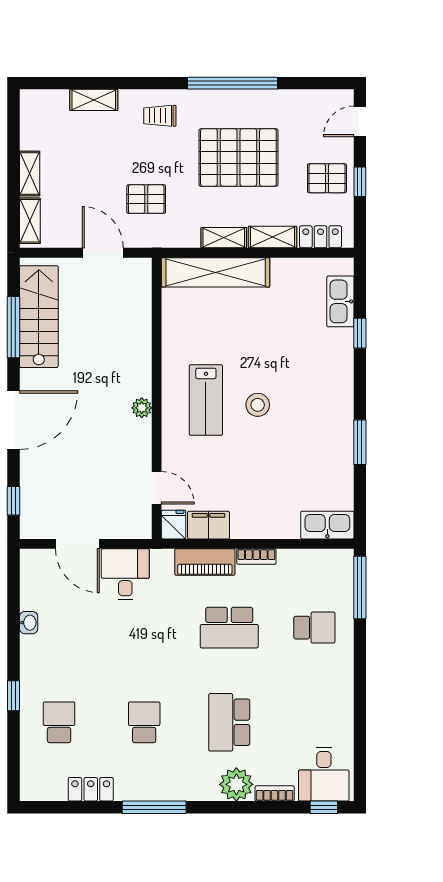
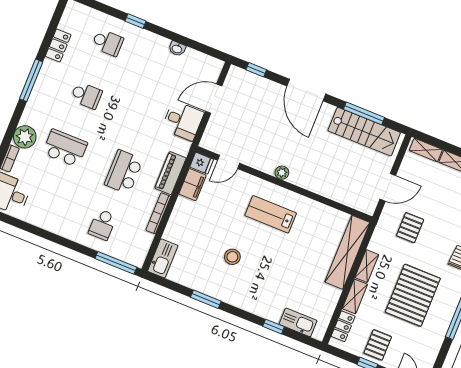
stool: (258, 405) -> (232, 257), moved
bookcase: (256, 556) -> (158, 213), width x1.56

